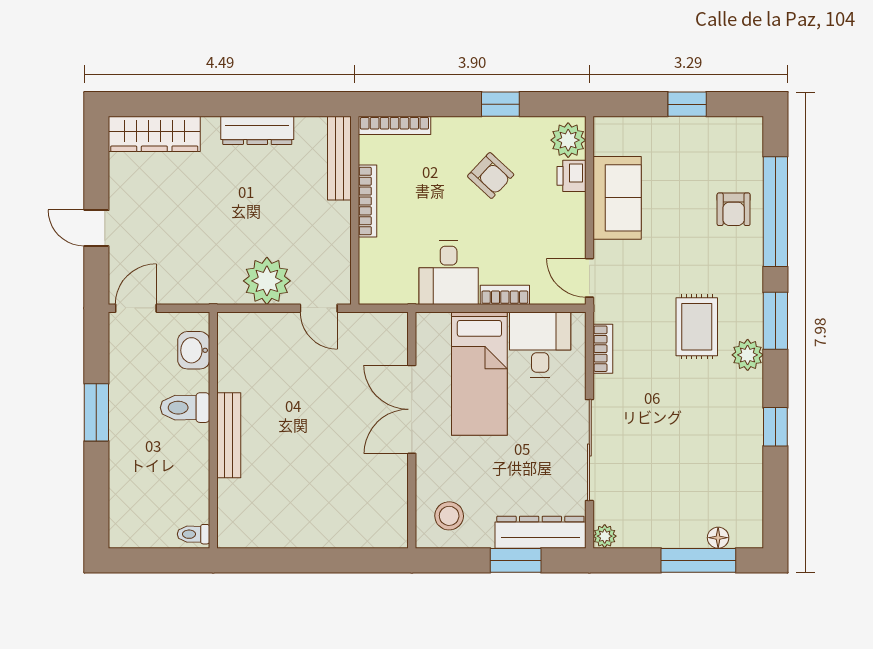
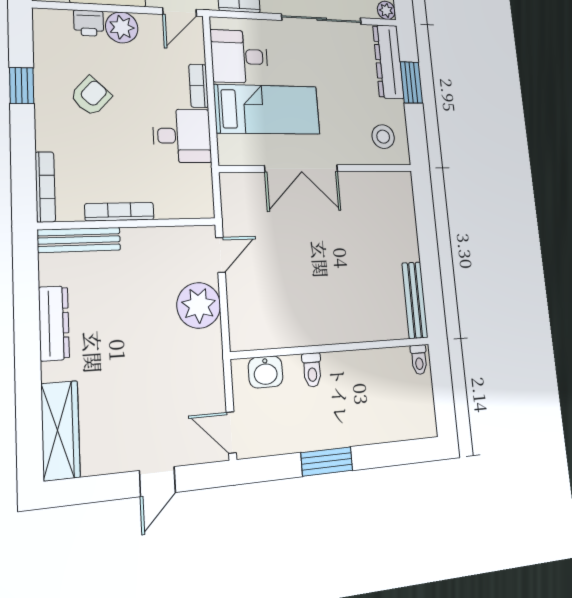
plant: (568, 140) -> (122, 27), moved
toilet: (185, 408) -> (312, 370), width x0.73, depth x0.72
bench: (229, 435) -> (415, 300), moved, turned 90

